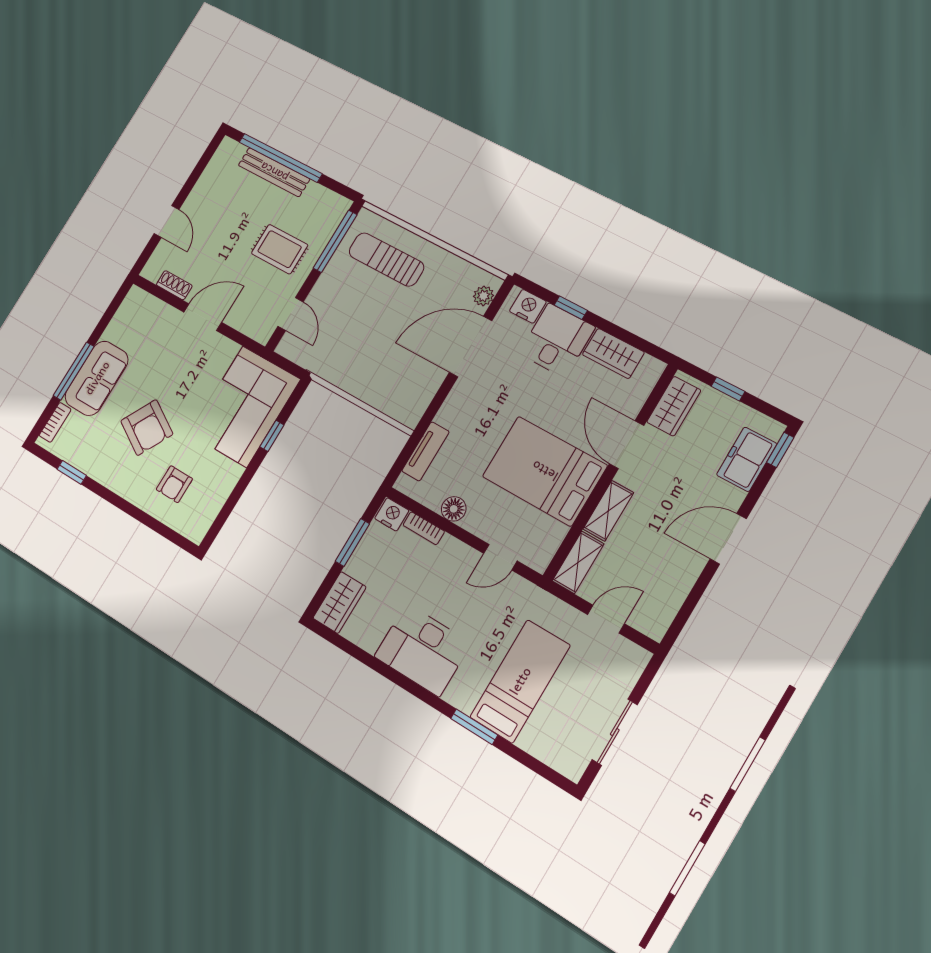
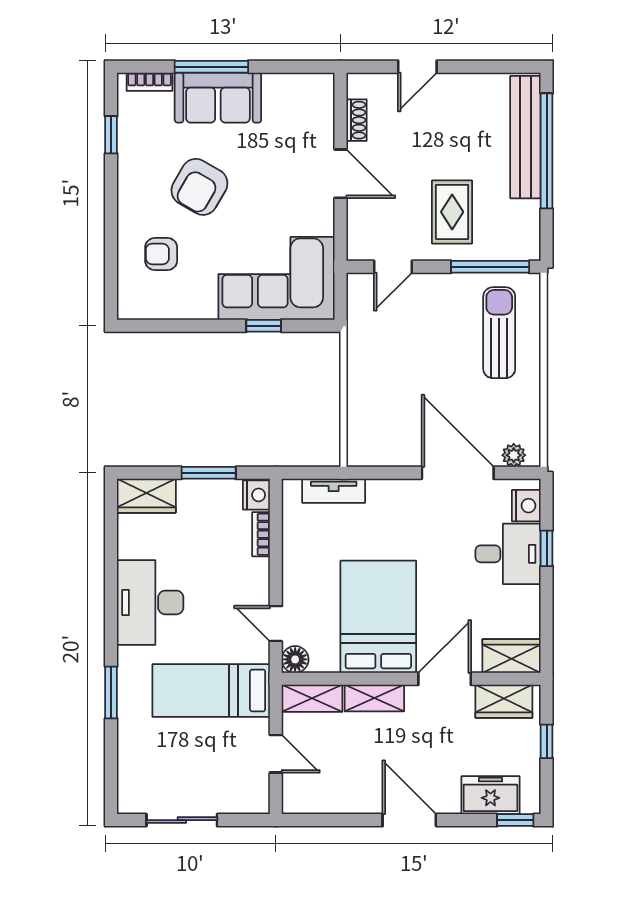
bench: (274, 172) -> (525, 137), width x1.37, depth x1.21
wardrobe: (613, 353) -> (512, 656), moved, turned 90
floor lamp: (454, 509) -> (295, 659), moved
bed: (520, 681) -> (211, 690), moved, turned 180

